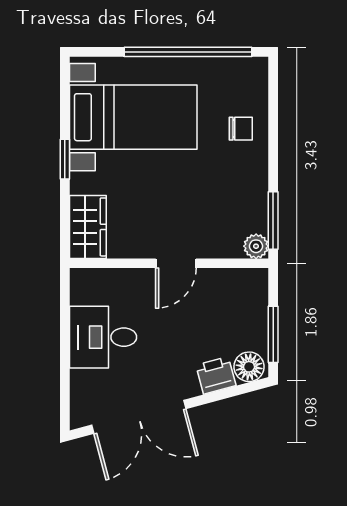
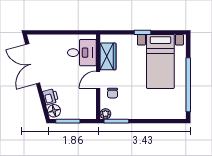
chair: (241, 129) -> (113, 93), moved
wardrobe: (88, 227) -> (108, 56), moved, turned -90
door: (176, 263) -> (98, 80), hinge flipped
desk: (103, 337) -> (82, 53), moved, turned 90

